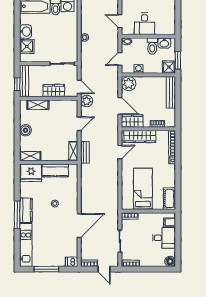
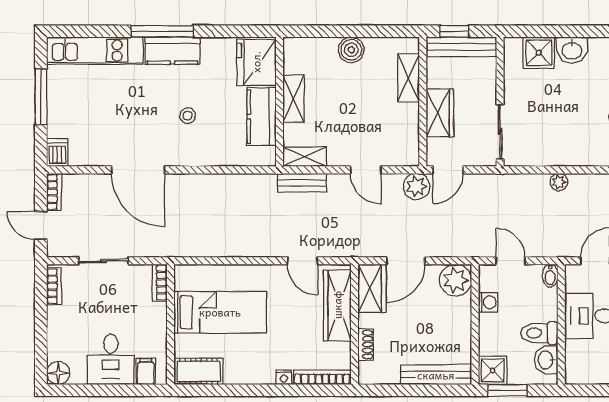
shelving: (30, 156) -> (293, 99), moved
door: (104, 269) -> (41, 225), hinge flipped

